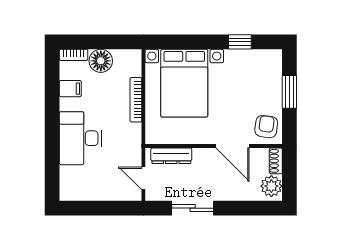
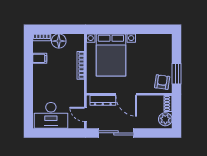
window: (240, 42) -> (146, 29), removed
window: (289, 92) -> (177, 74), moved
desk: (80, 138) -> (51, 115), moved, turned -90
door: (233, 146) -> (126, 94), moved
sliding door: (193, 208) -> (116, 133), width x1.37

